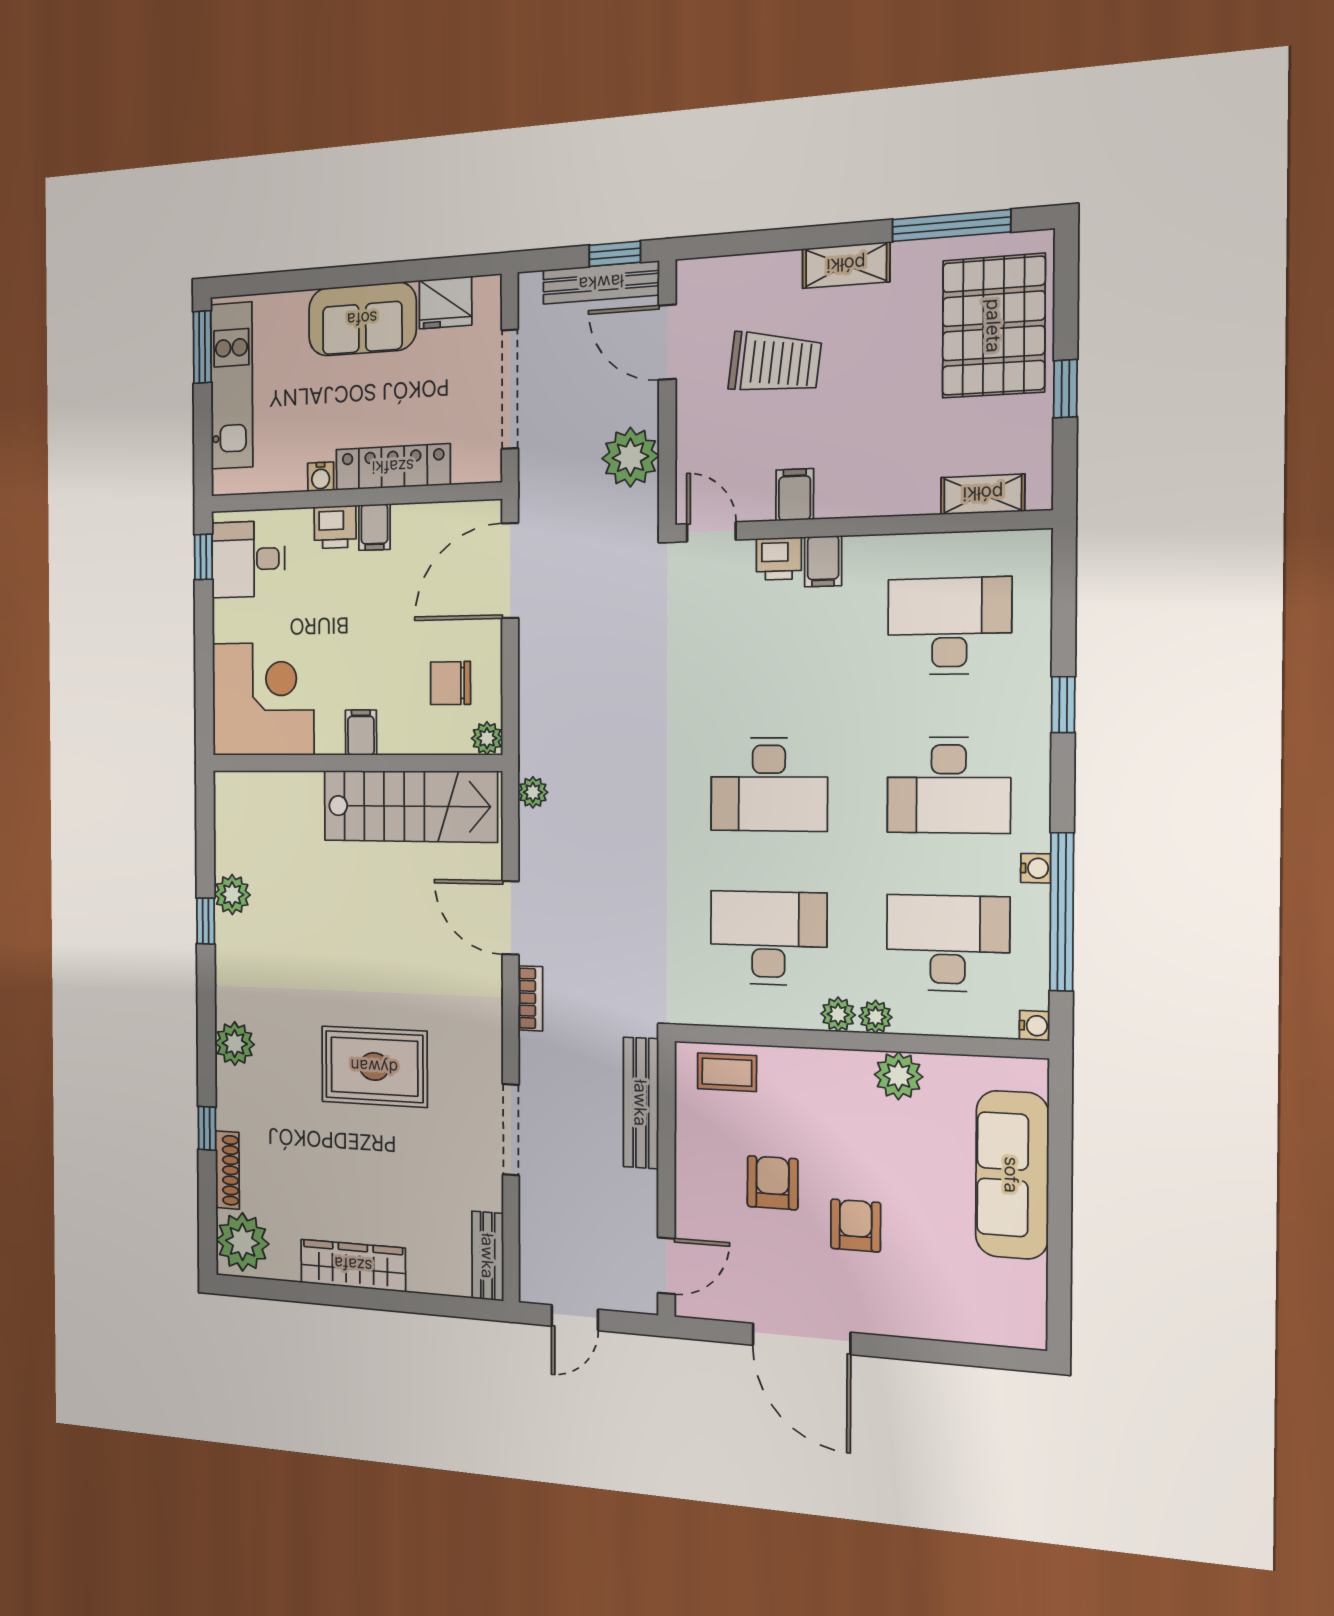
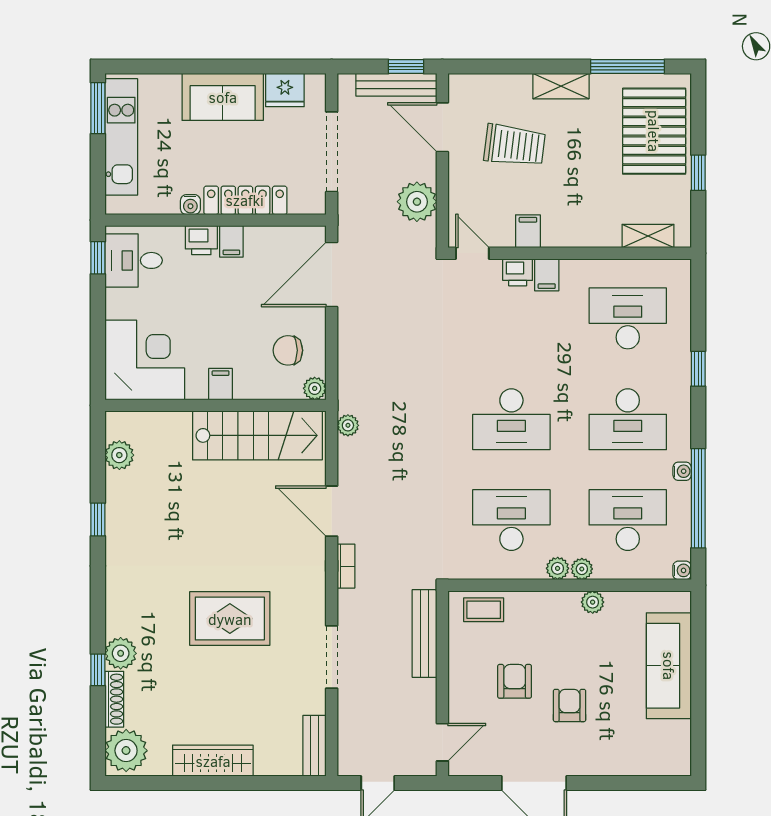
plant: (232, 894) -> (119, 455), moved
plant: (235, 1044) -> (121, 653), moved
plant: (899, 1076) -> (593, 602), width x0.73, depth x0.73

